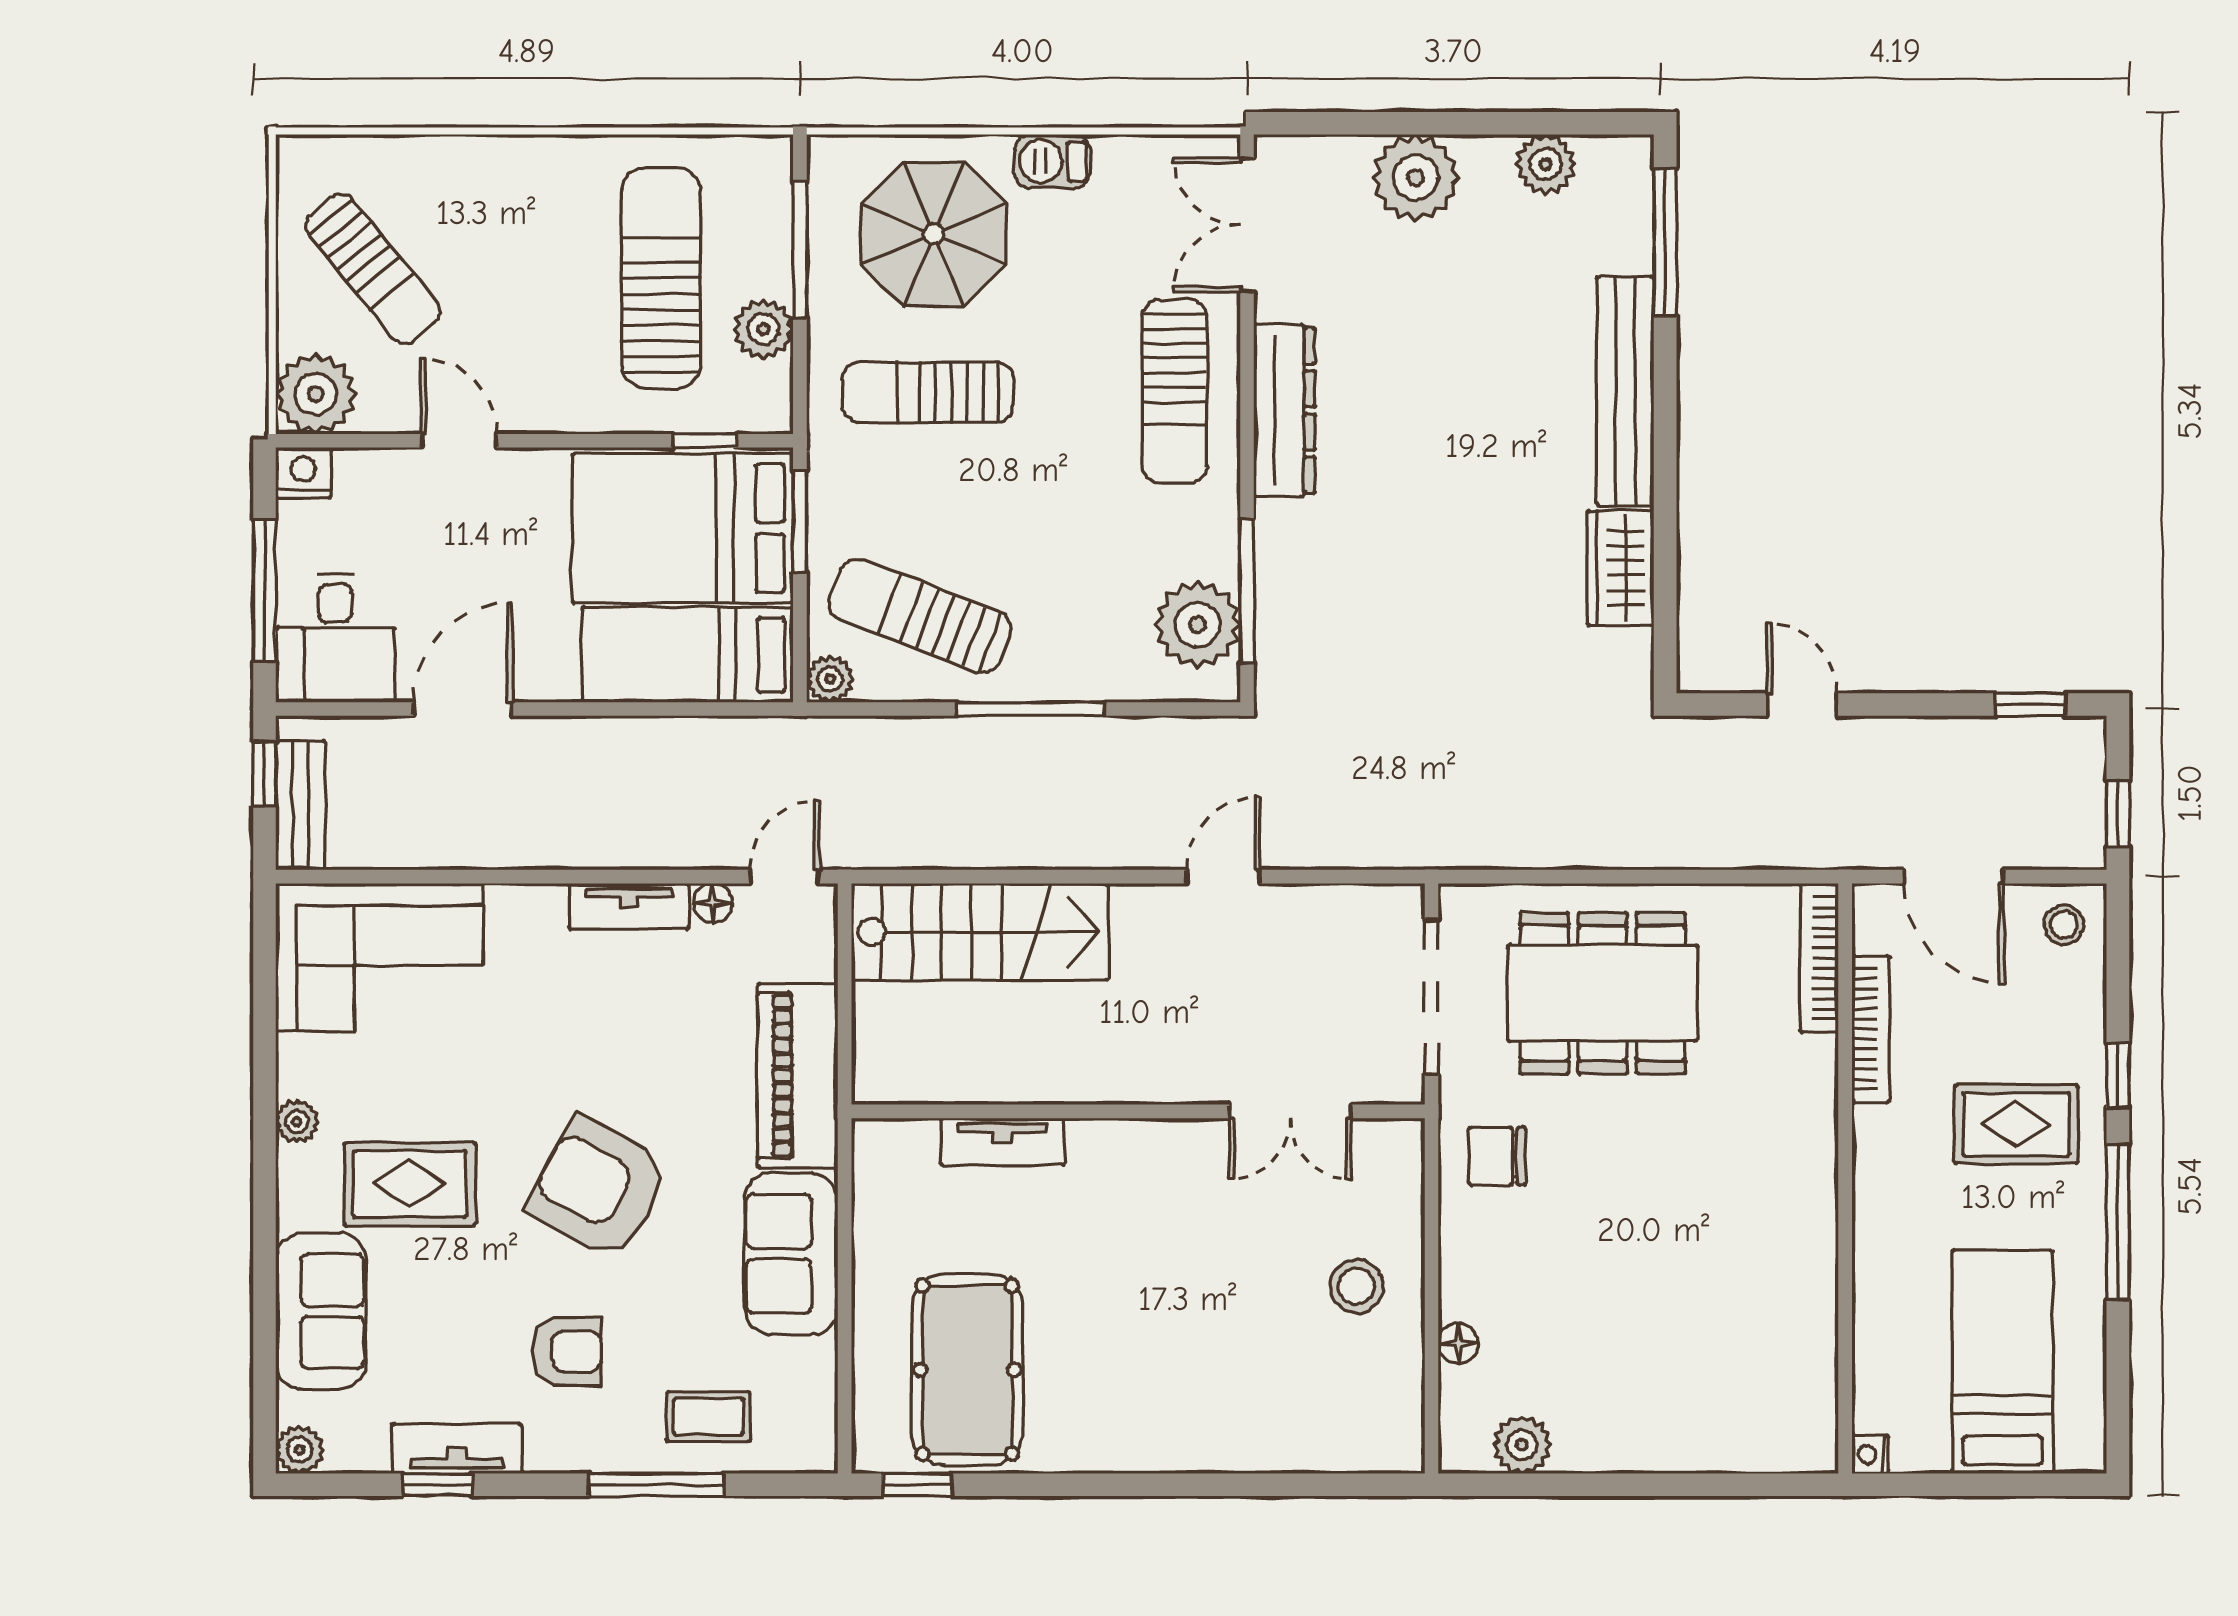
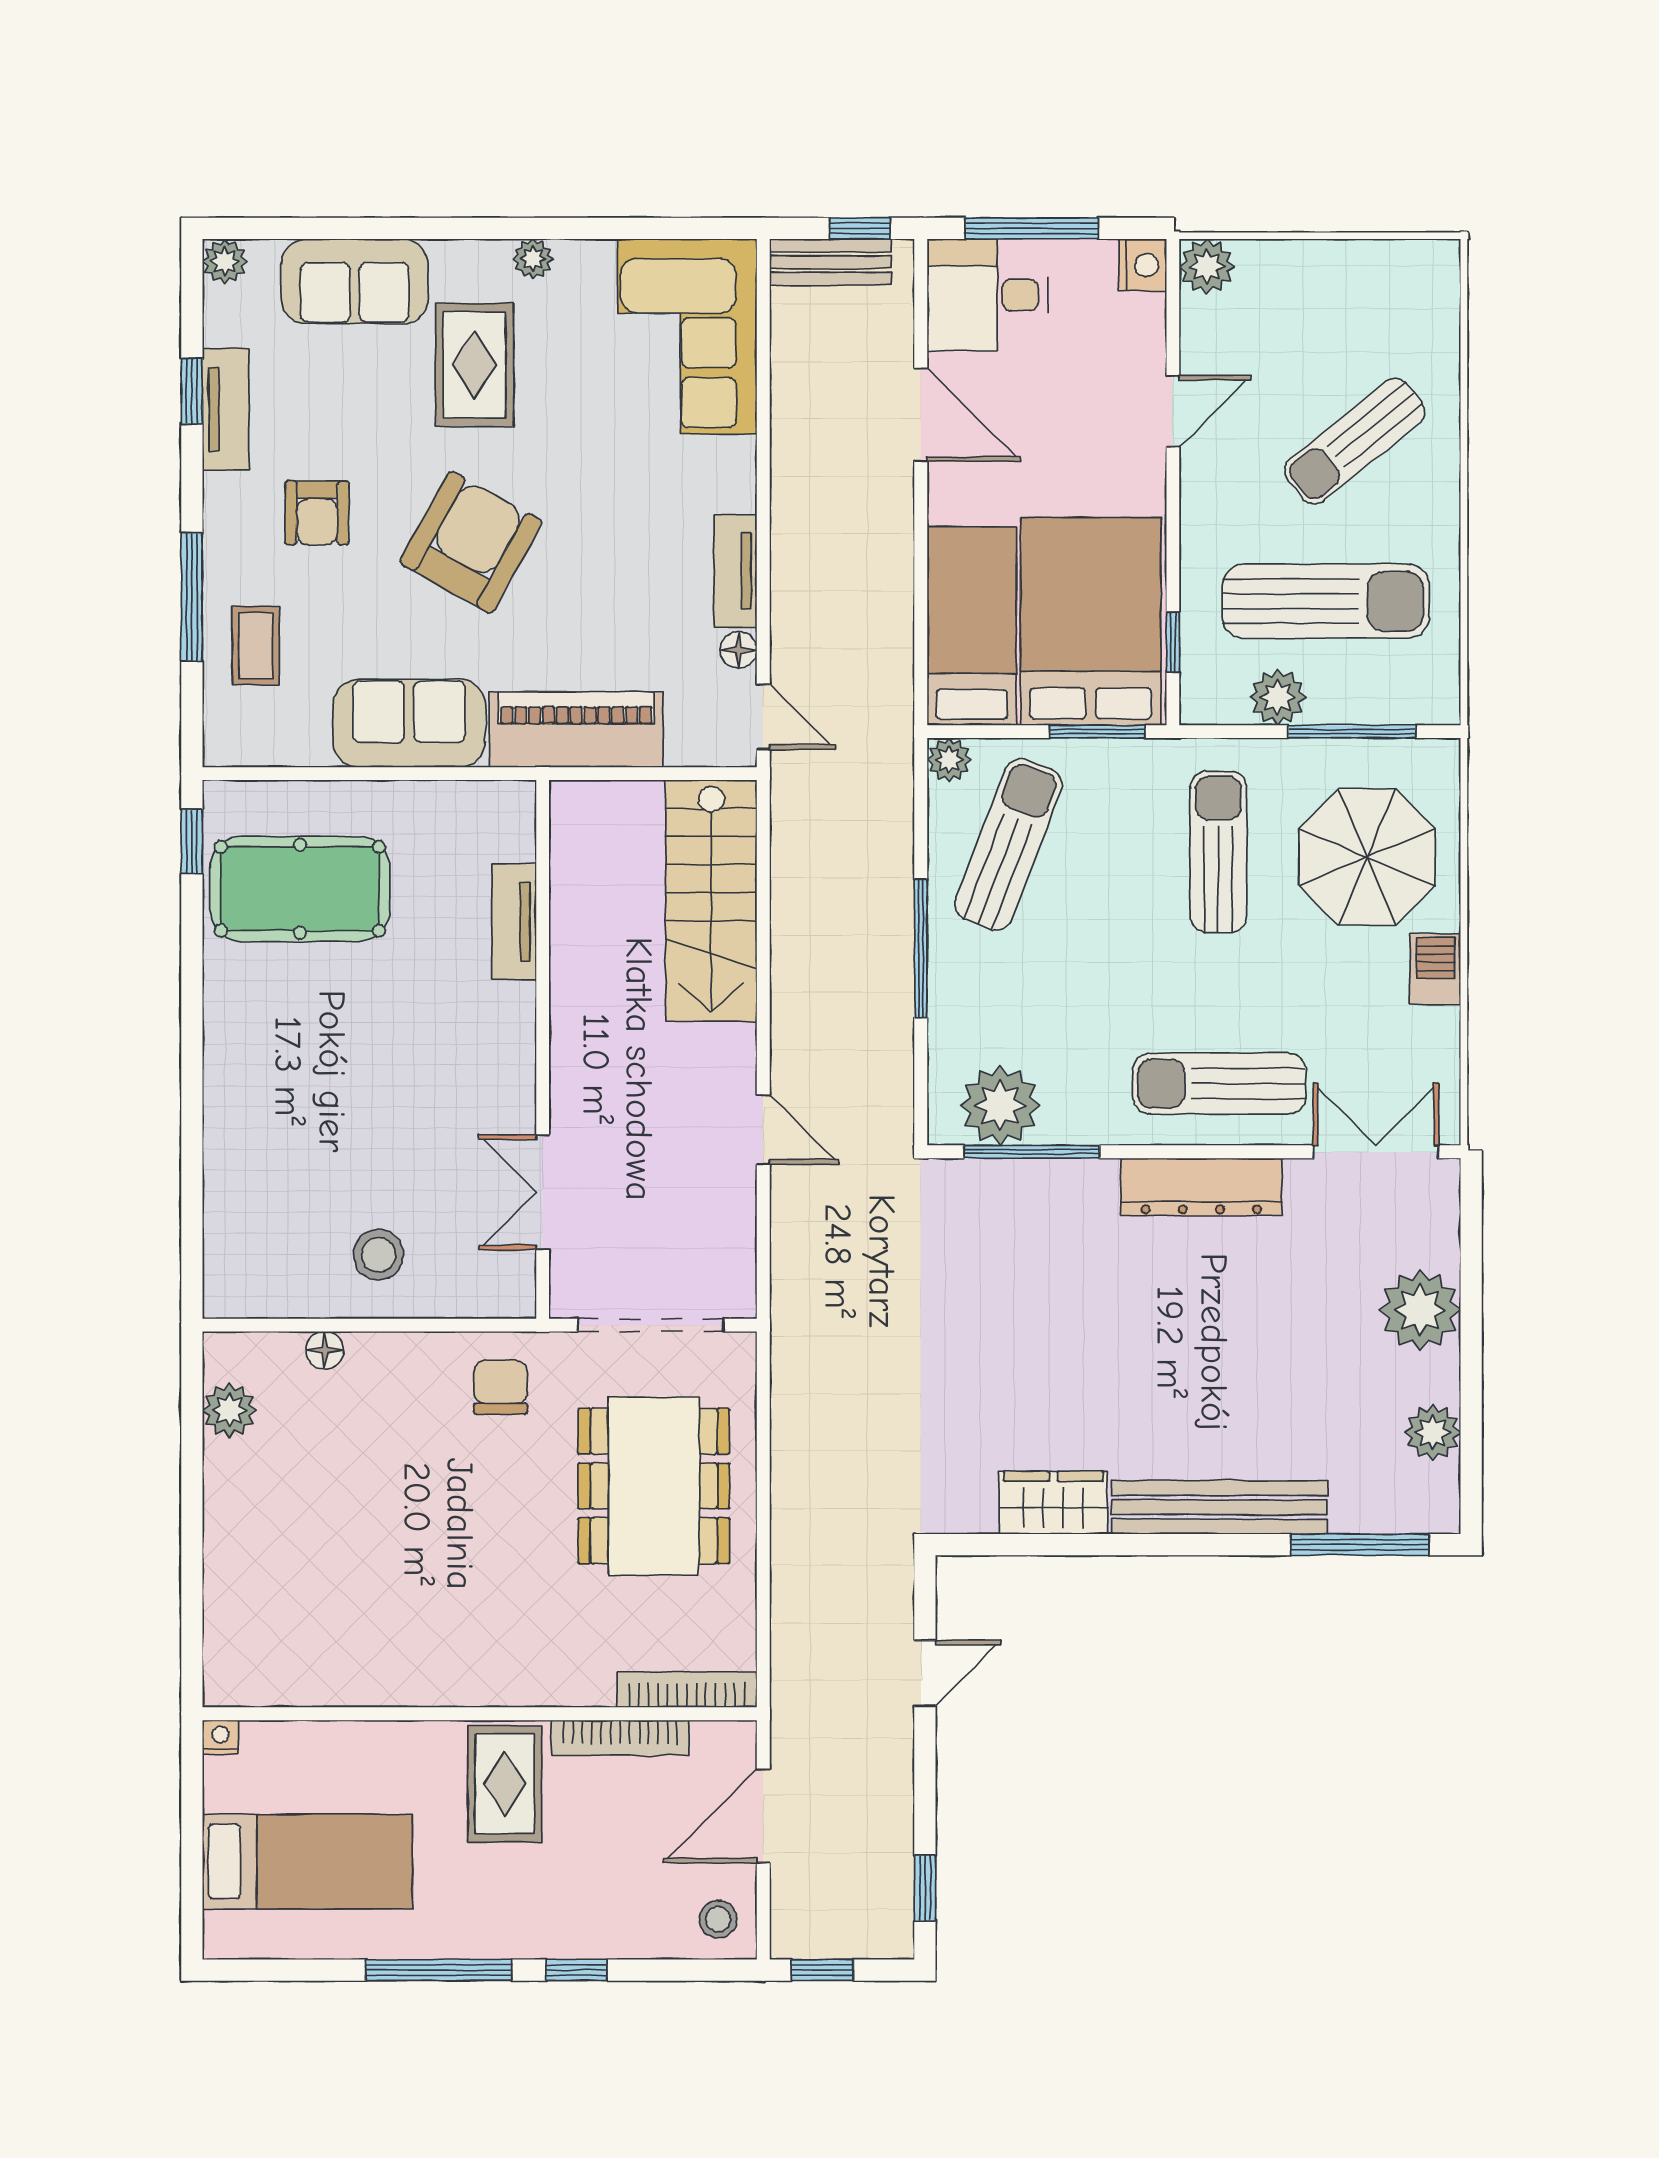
sun lounger: (373, 269) -> (1355, 441), moved
plant: (316, 394) -> (1207, 266), width x0.73, depth x0.73
rug: (2016, 1124) -> (505, 1784), moved

